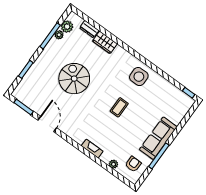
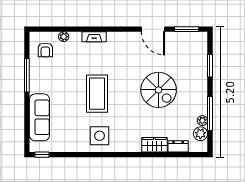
coffee table: (119, 107) -> (97, 94), width x1.86, depth x1.72
sofa: (158, 138) -> (39, 117), moved

